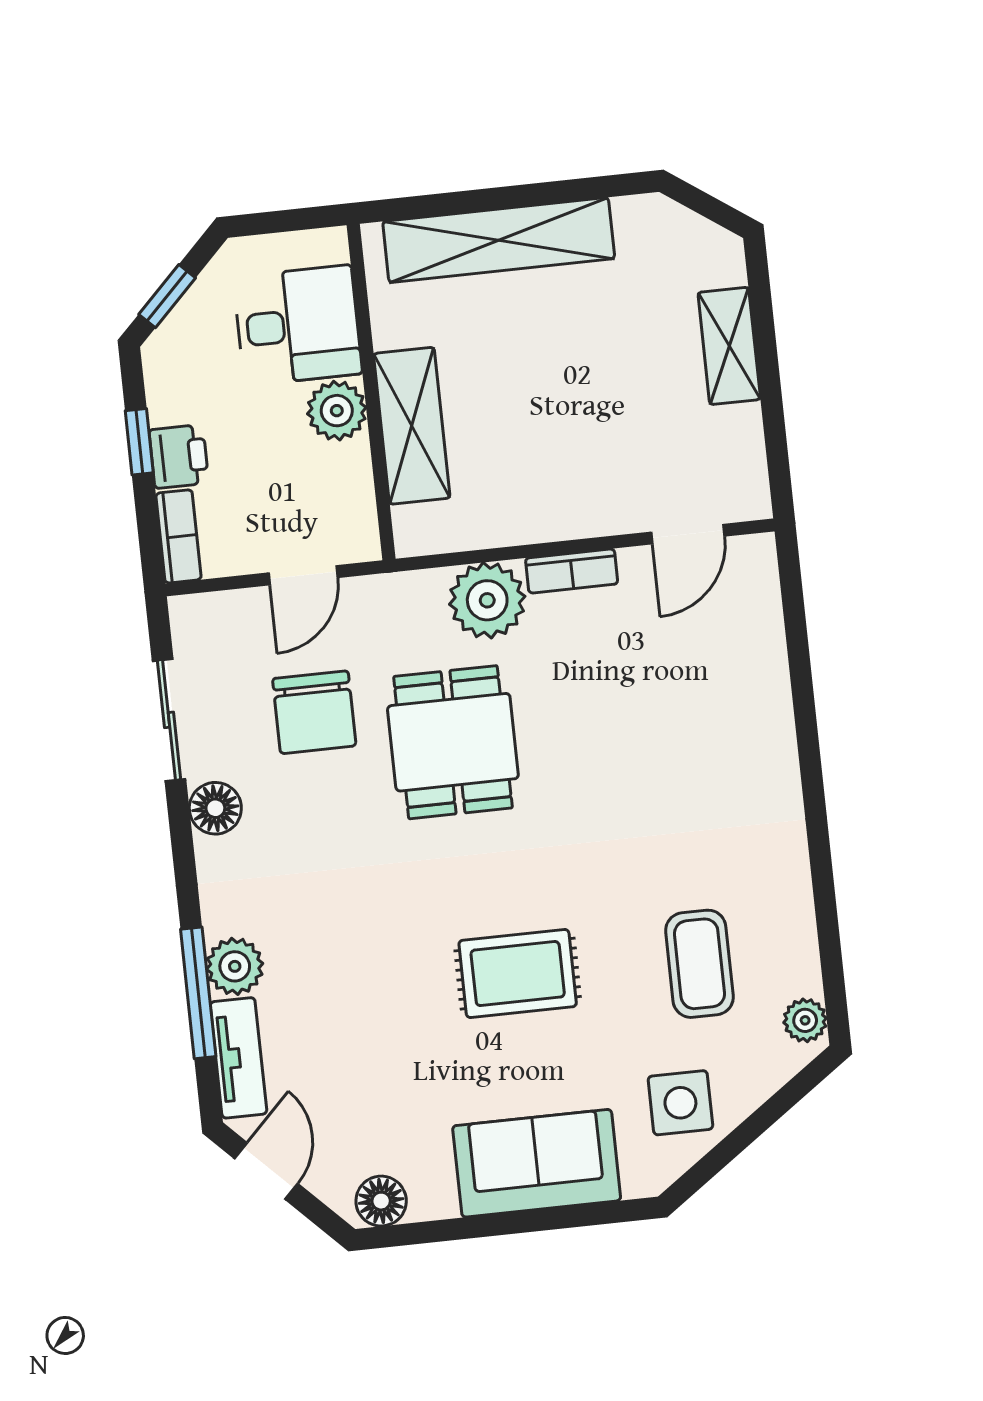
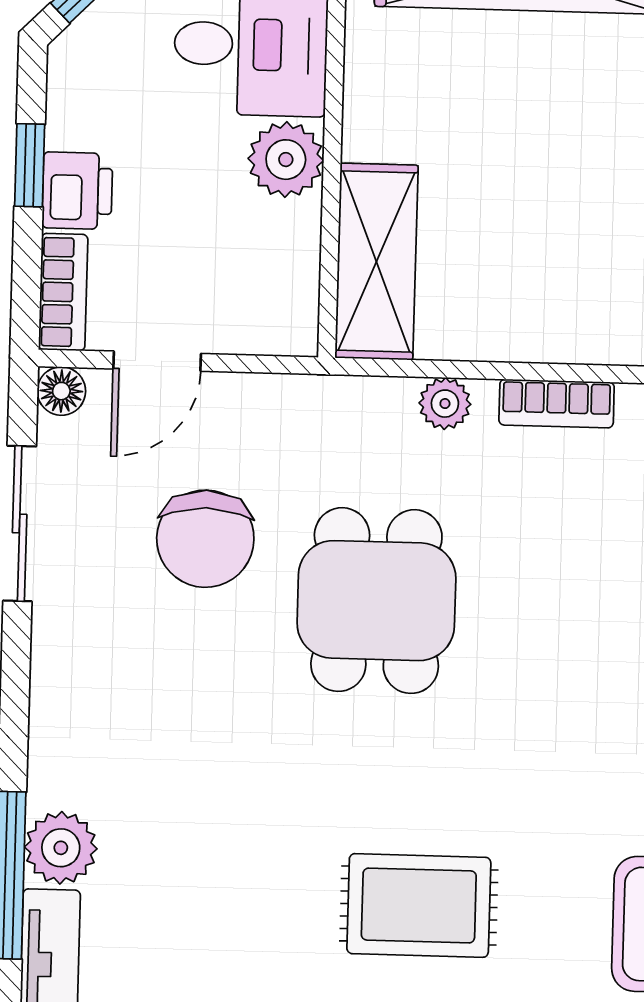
shelving: (412, 426) -> (376, 262), moved
door: (303, 575) -> (157, 361), moved
plant: (487, 600) -> (445, 404), width x0.53, depth x0.53
floor lamp: (215, 808) -> (61, 391), moved, width x0.73, depth x0.73

